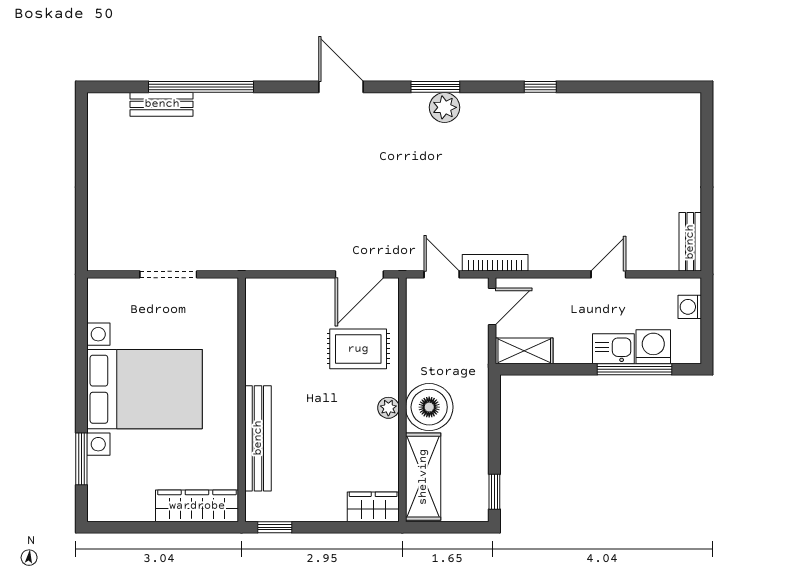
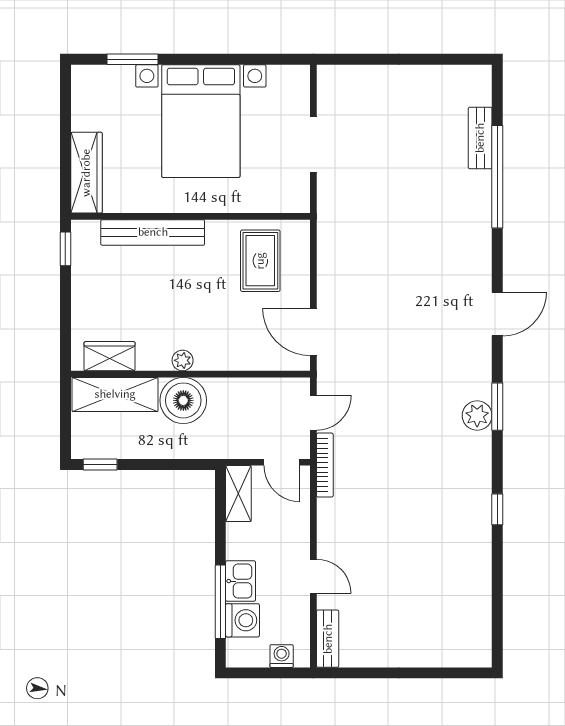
bench: (690, 242) -> (328, 639), moved, turned 90
rug: (358, 349) -> (260, 261), moved
wardrobe: (373, 507) -> (110, 356), moved, turned -90

